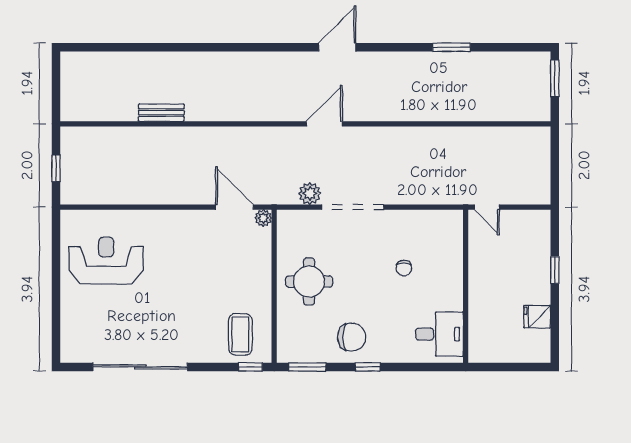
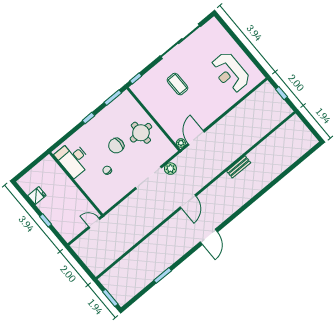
bench: (161, 113) -> (239, 167), moved
door: (234, 207) -> (196, 138), swing flipped
reception desk: (106, 261) -> (230, 73), turned 90
coffee table: (240, 334) -> (178, 84), moved
desk: (439, 334) -> (73, 159), width x1.37
chair: (352, 337) -> (116, 146), moved

